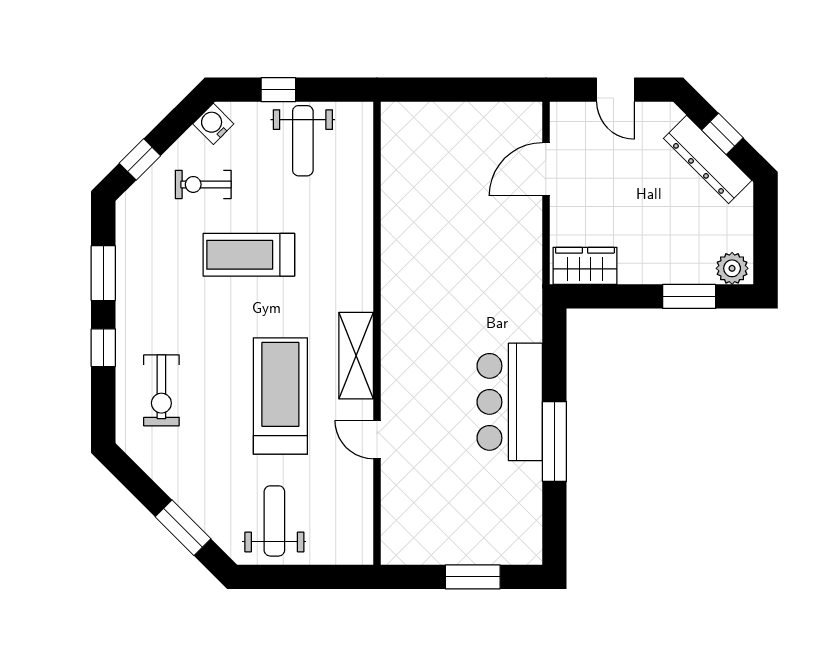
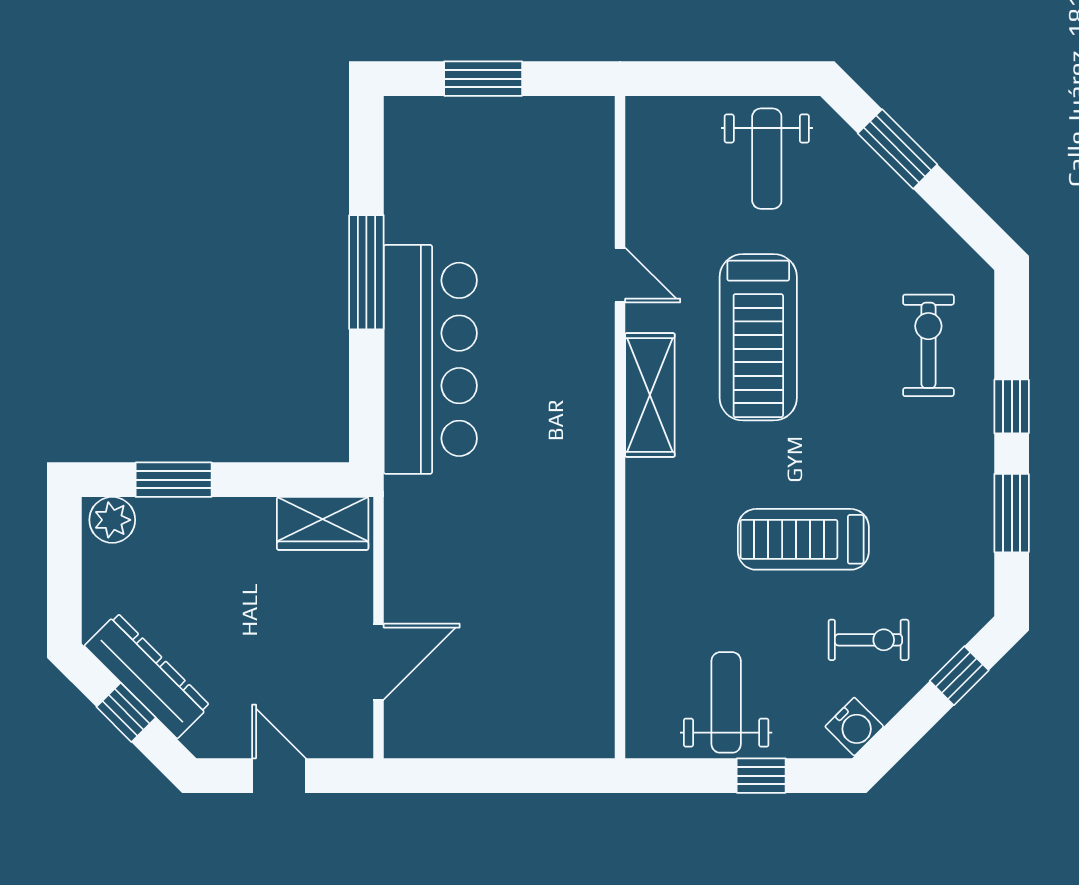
treadmill: (249, 255) -> (803, 539), turned 180
bar counter: (510, 402) -> (430, 359), width x1.36

